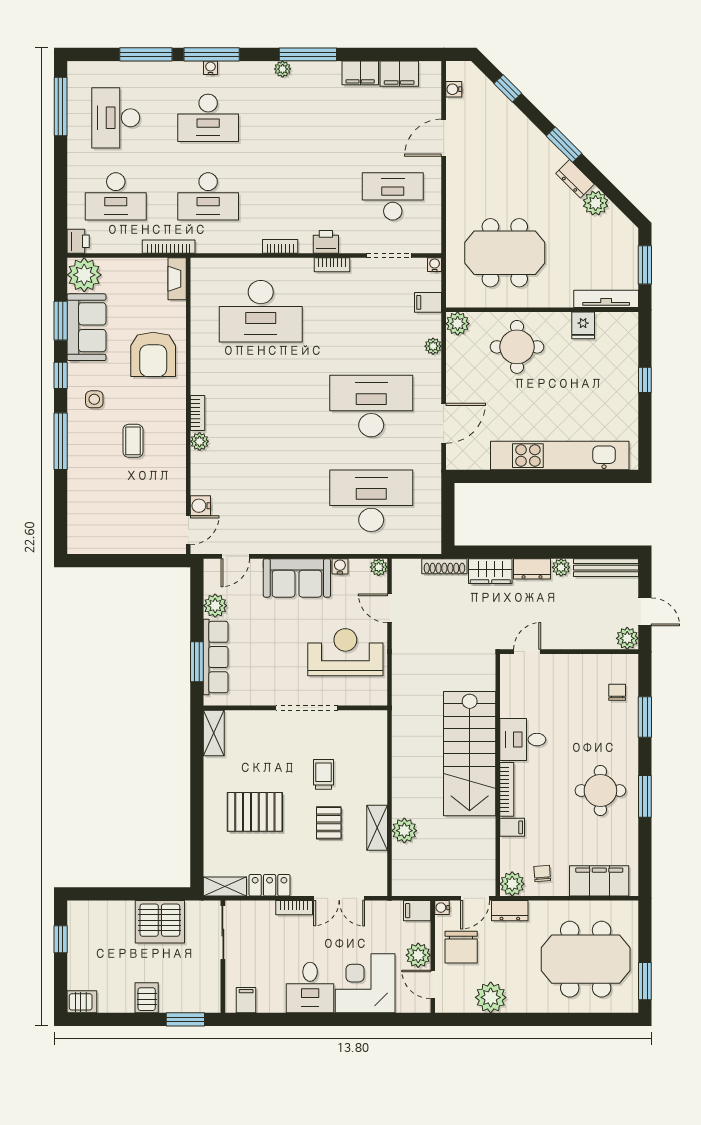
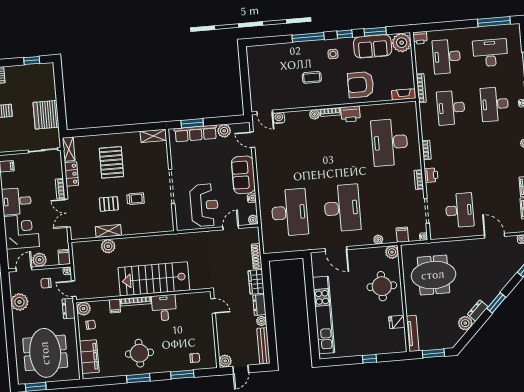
meeting table: (505, 253) -> (433, 275), turned 90
printer: (204, 377) -> (350, 114), added
chair: (461, 947) -> (46, 283), width x0.54, depth x0.54

